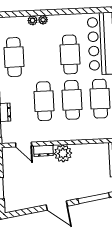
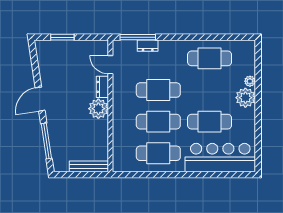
plant: (43, 20) -> (245, 98), width x1.88, depth x1.88
door: (24, 145) -> (110, 65), hinge flipped

